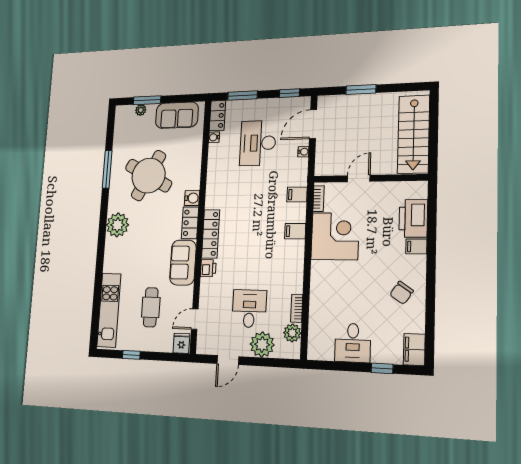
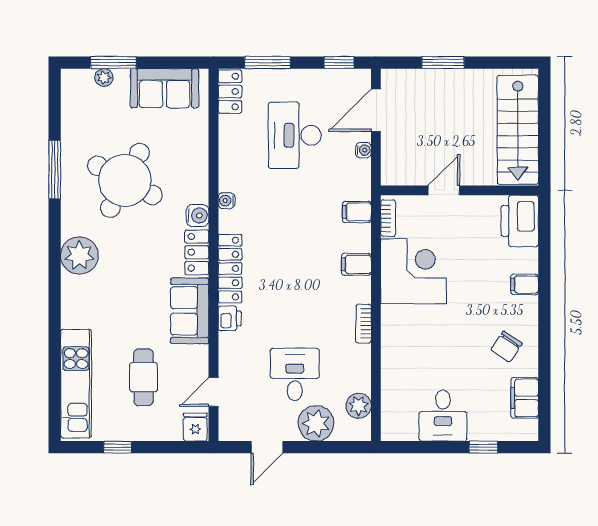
water cooler: (214, 137) -> (226, 201), moved
printer: (413, 218) -> (520, 221), moved
bookcase: (297, 308) -> (363, 324), moved
filing cabinet: (414, 350) -> (525, 398), moved

